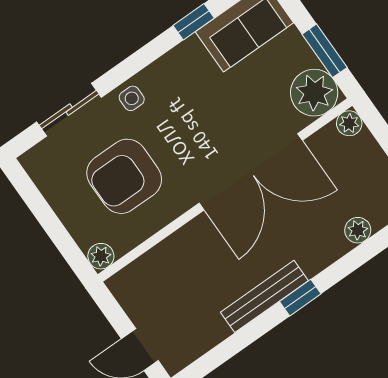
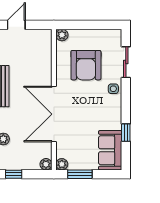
plant: (314, 93) -> (62, 164), width x0.53, depth x0.53
armchair: (124, 176) -> (86, 65), turned 180

